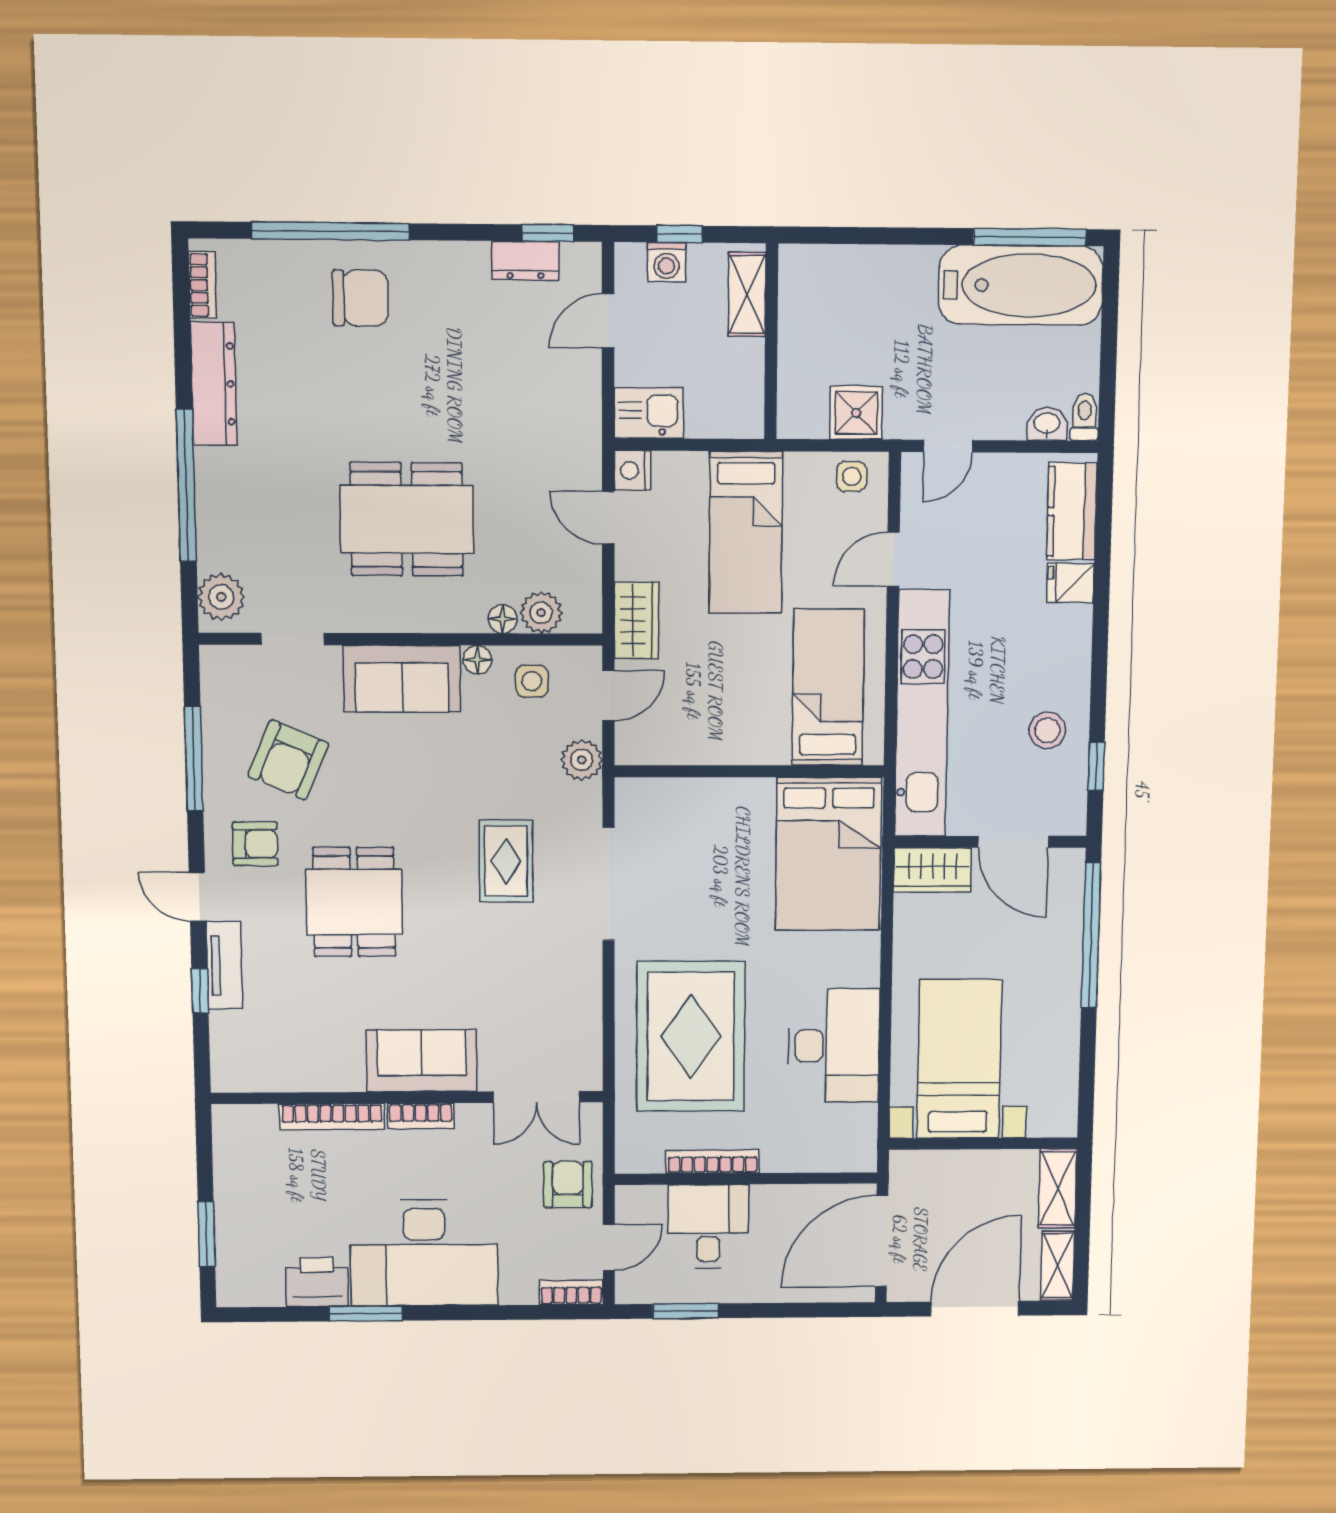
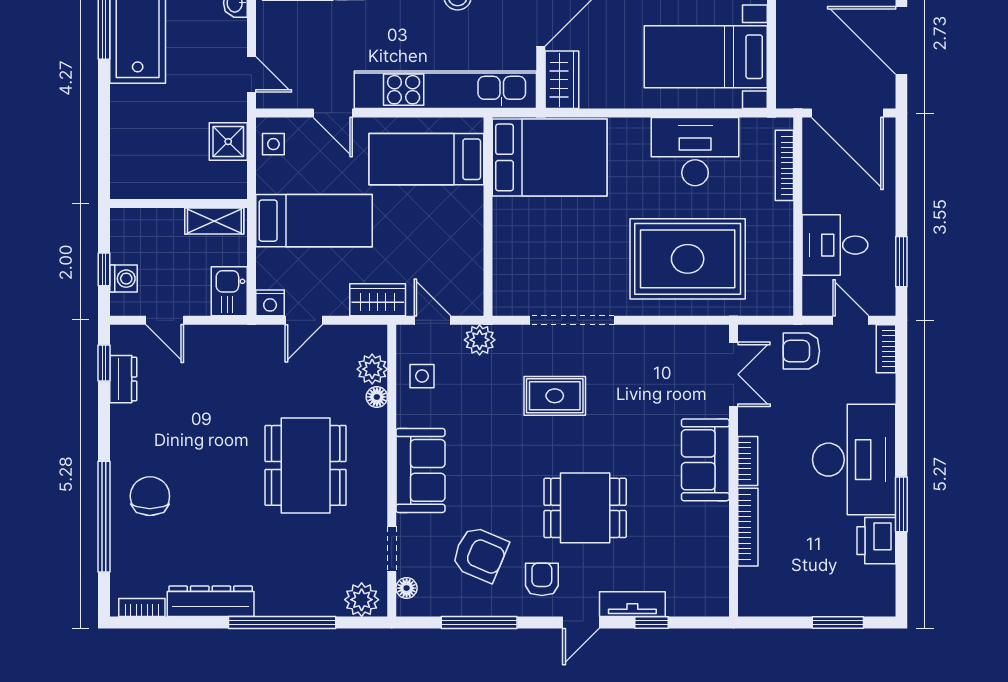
shelving: (747, 294) -> (214, 221), moved
floor lamp: (477, 660) -> (407, 588), moved
bookcase: (713, 1162) -> (784, 165), moved

